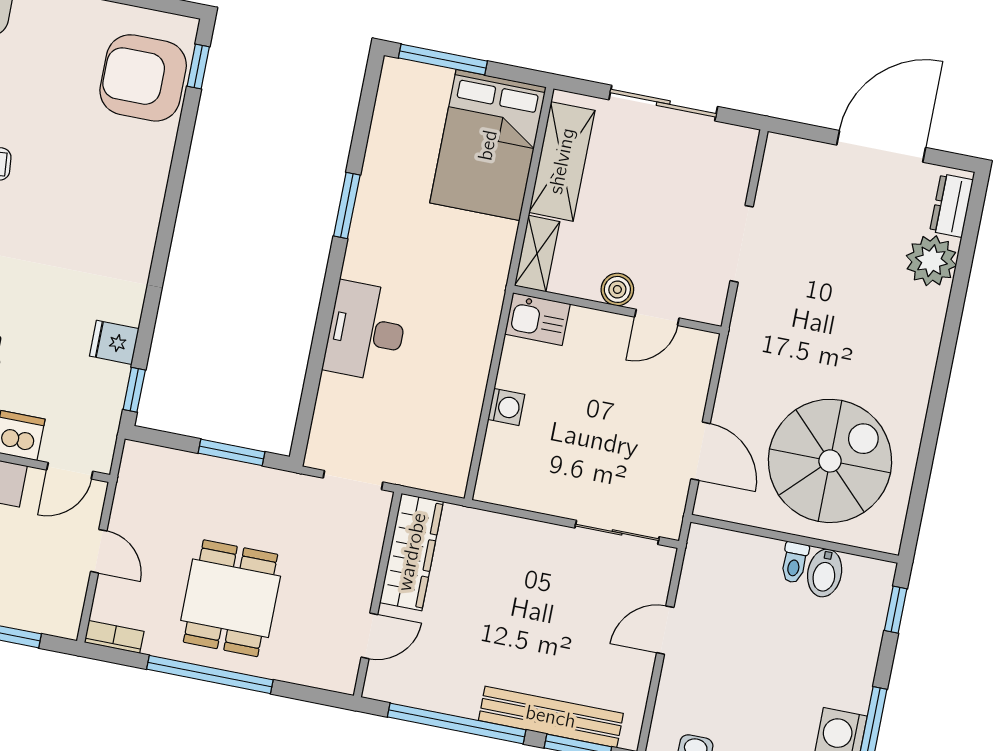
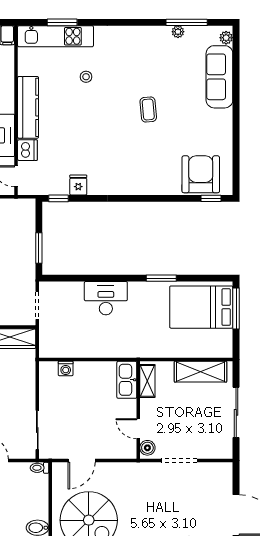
bed: (488, 145) -> (201, 307), moved
shelving: (537, 254) -> (147, 381), moved, turned 90
boiler: (617, 289) -> (147, 448), moved
kitchen sink: (537, 319) -> (127, 380), width x1.38
washing machine: (506, 407) -> (66, 369), moved
toilet: (794, 563) -> (40, 468), moved

